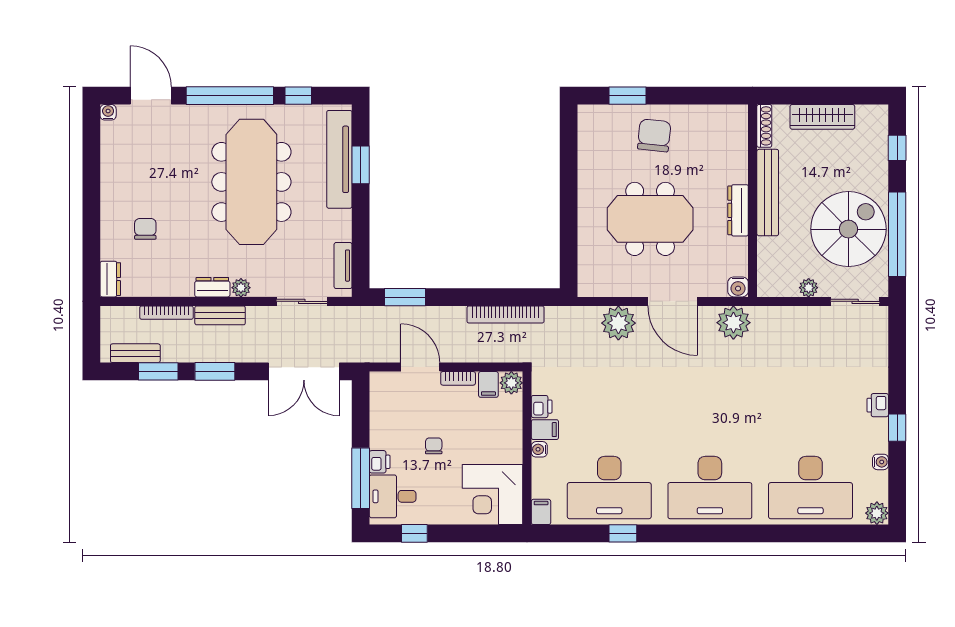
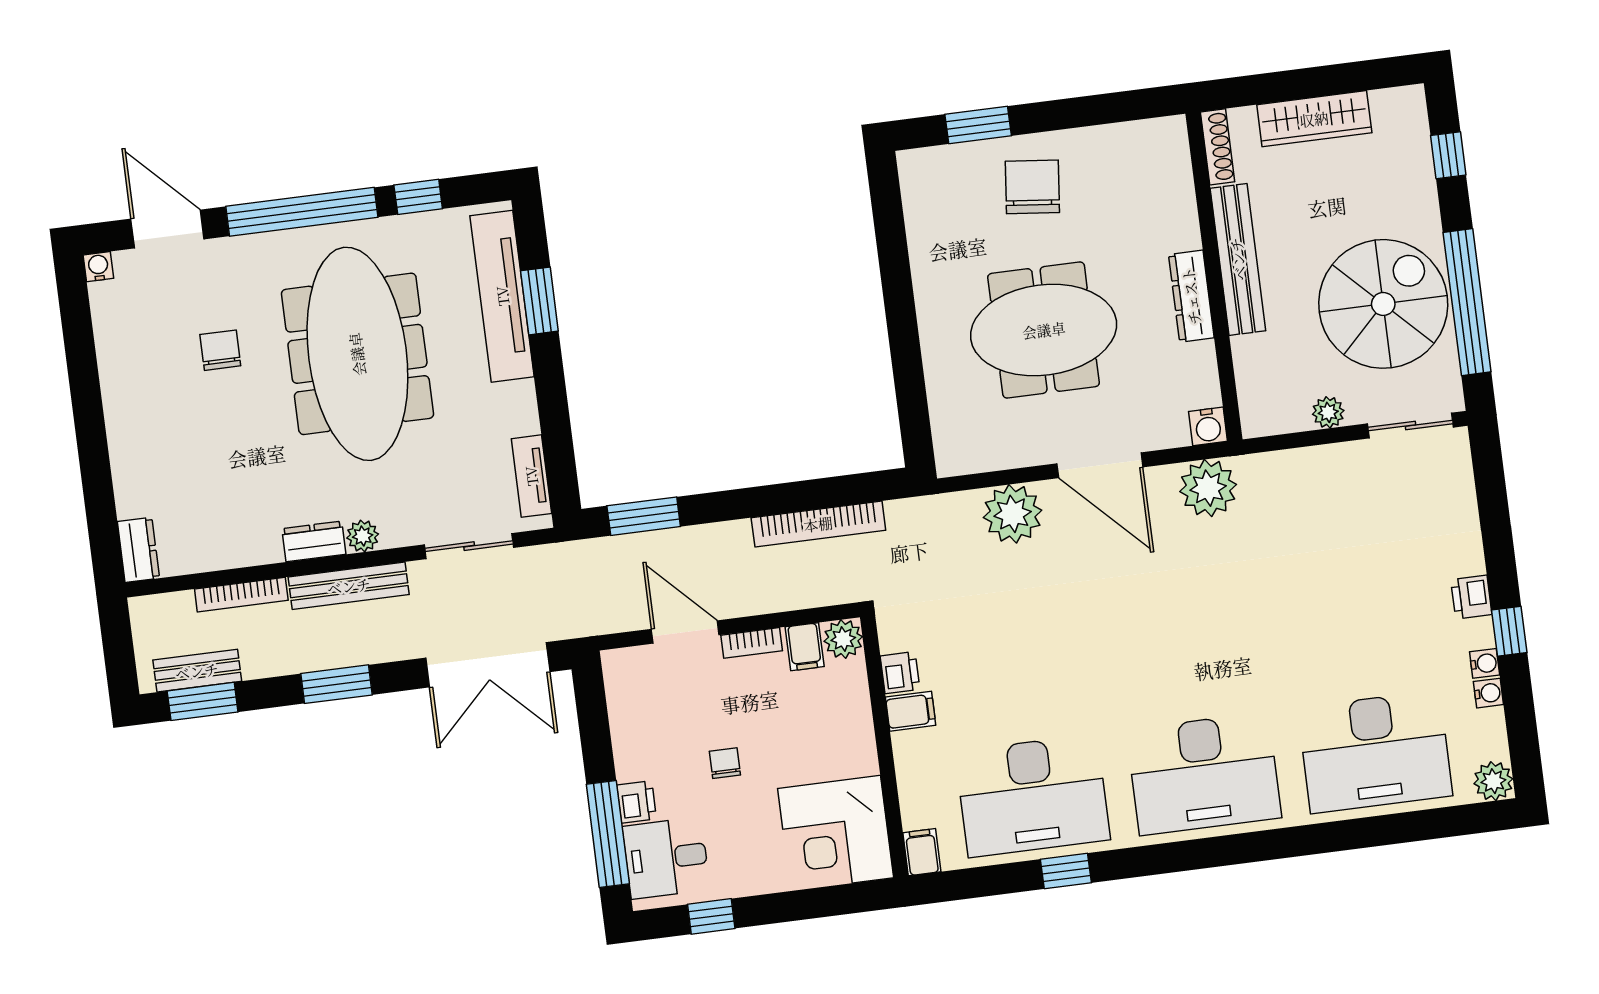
chair: (145, 229) -> (220, 350), moved
bench: (220, 315) -> (349, 586), width x1.36
window: (158, 371) -> (203, 701), moved
water cooler: (539, 449) -> (1485, 663), moved, turned 180

